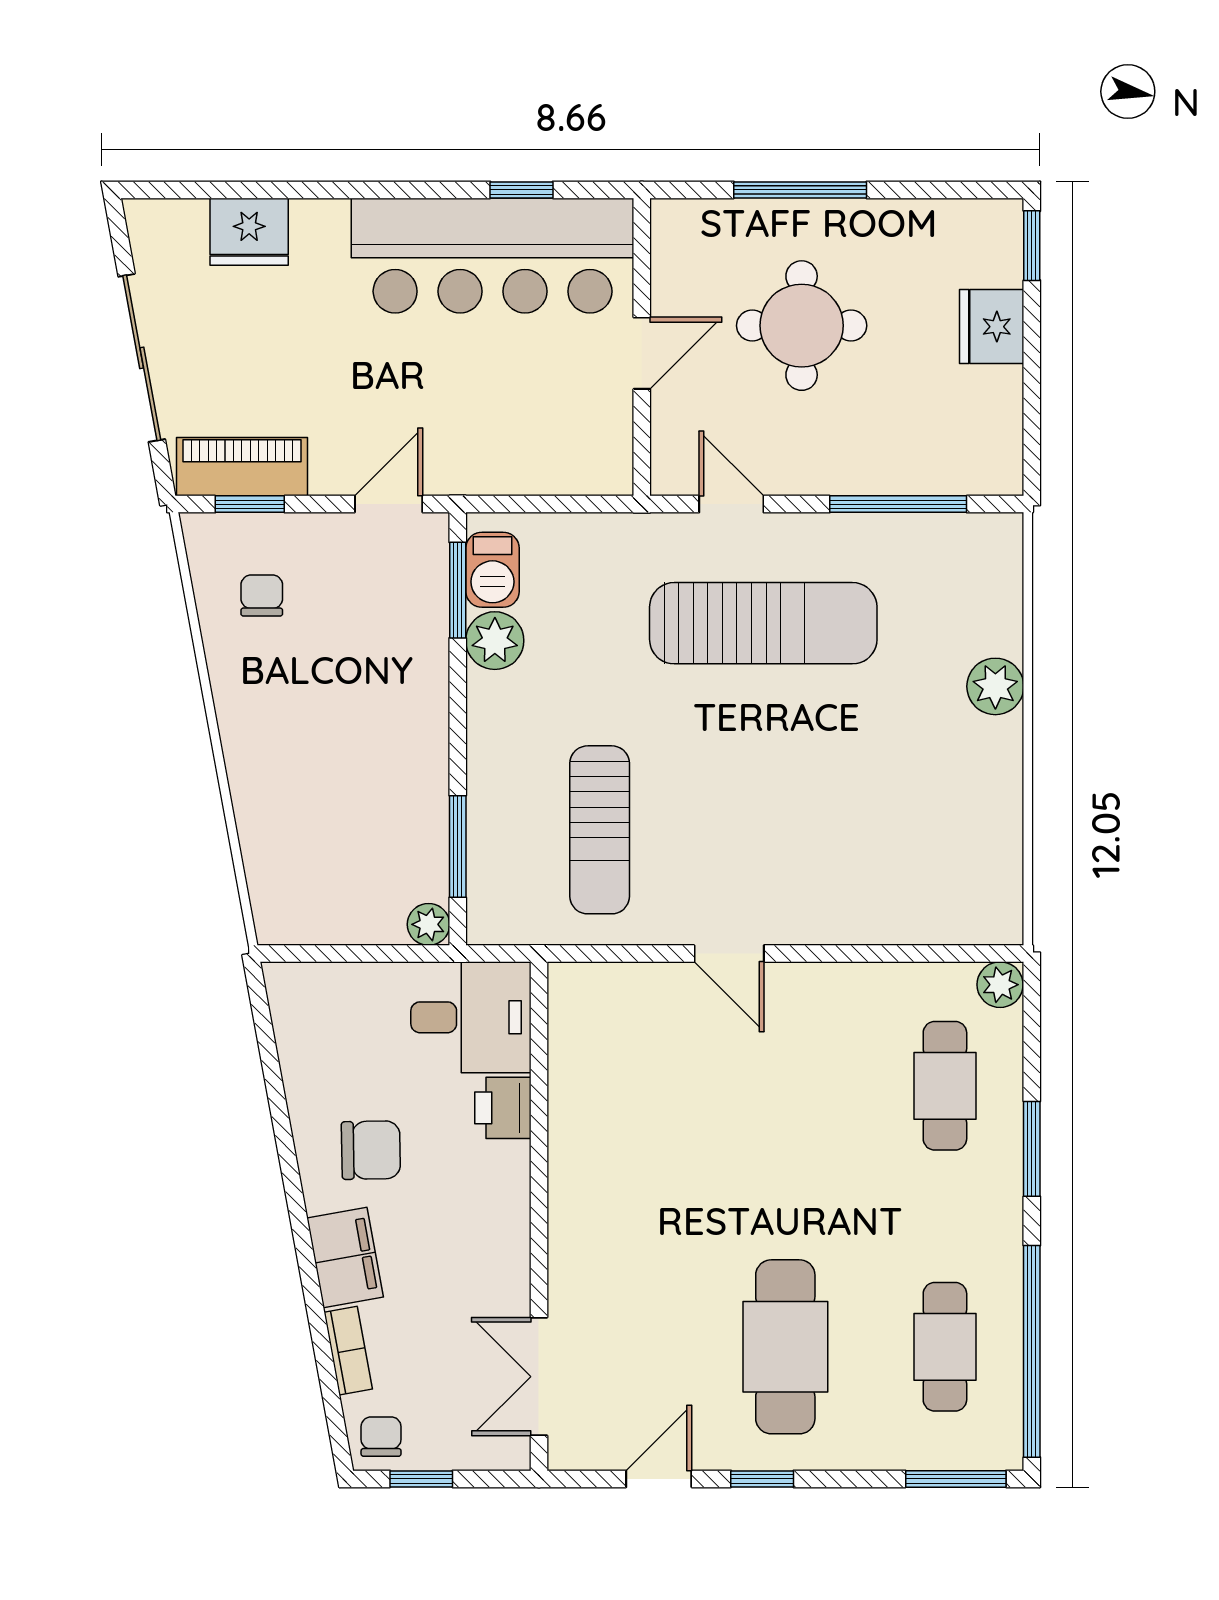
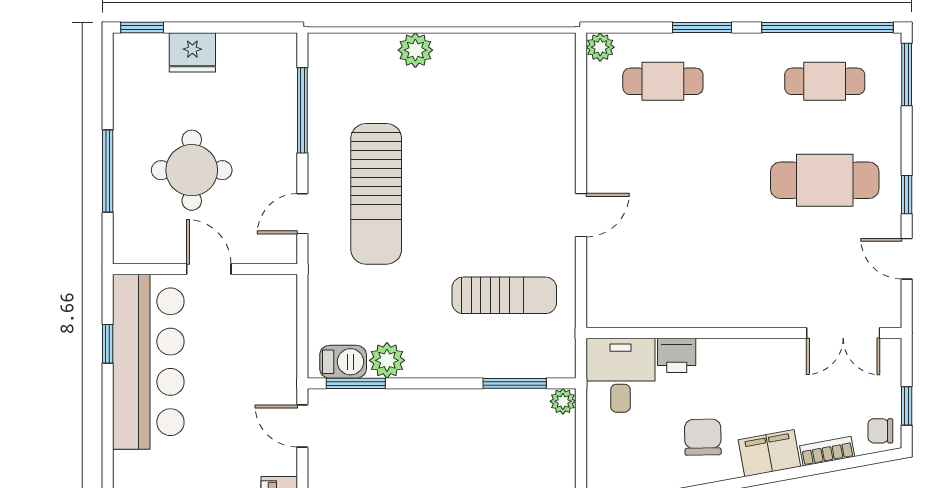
sun lounger: (763, 623) -> (376, 194), turned 180

